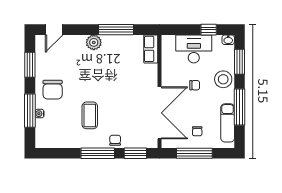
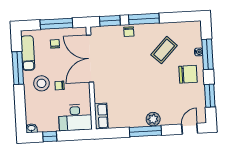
window: (116, 30) -> (145, 131), moved
desk: (194, 49) -> (75, 118), moved
window: (240, 62) -> (20, 109), removed
stool: (223, 79) -> (41, 83), moved
chair: (53, 90) -> (188, 74), turned 90
coffee table: (90, 115) -> (164, 50), moved, turned 44

